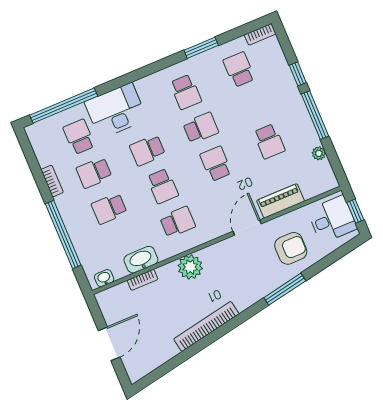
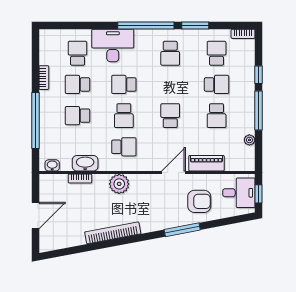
window: (64, 106) -> (146, 25), moved
school desk: (201, 128) -> (217, 84), moved

